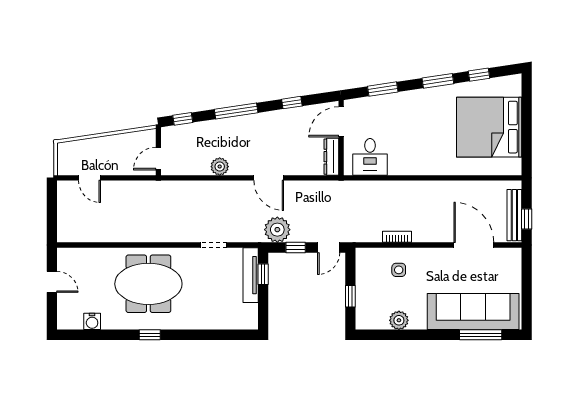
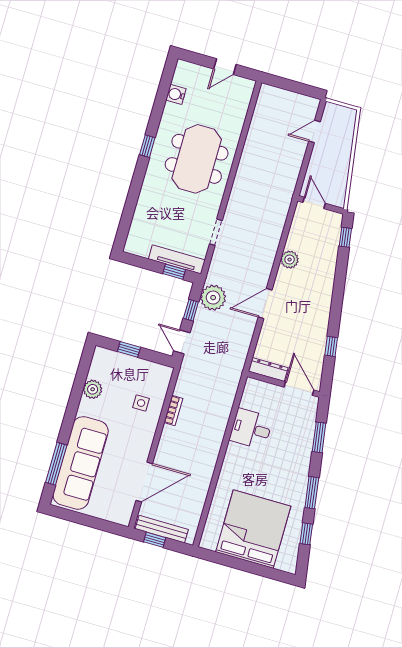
window: (236, 111) -> (338, 291), removed
desk: (370, 157) -> (251, 429), moved

